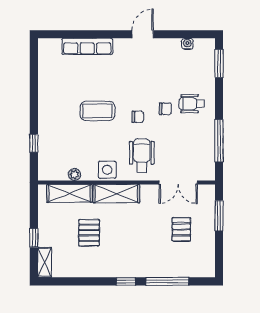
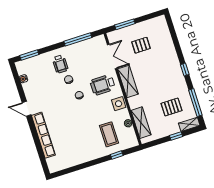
row of seats: (87, 46) -> (43, 135), width x1.36
coffee table: (97, 111) -> (109, 134), moved
shelving: (116, 194) -> (128, 81), moved
pallet: (89, 233) -> (171, 107), moved
window: (167, 281) -> (195, 103), moved

